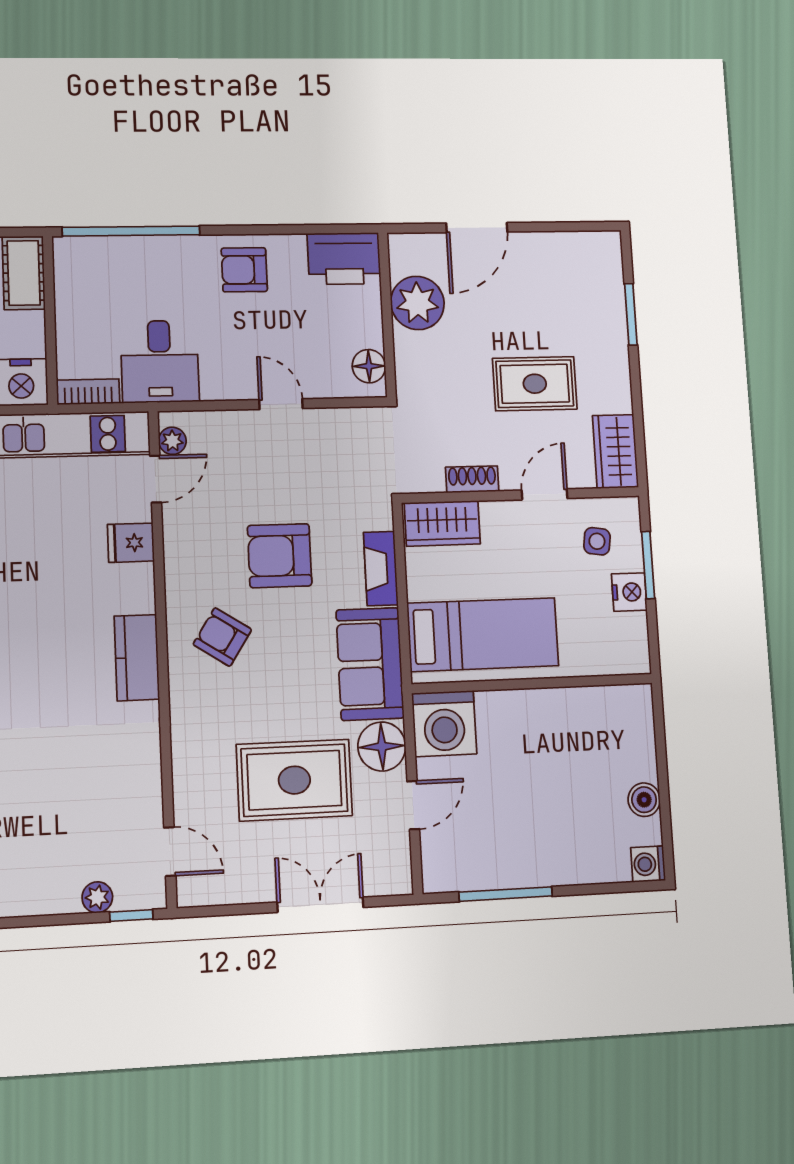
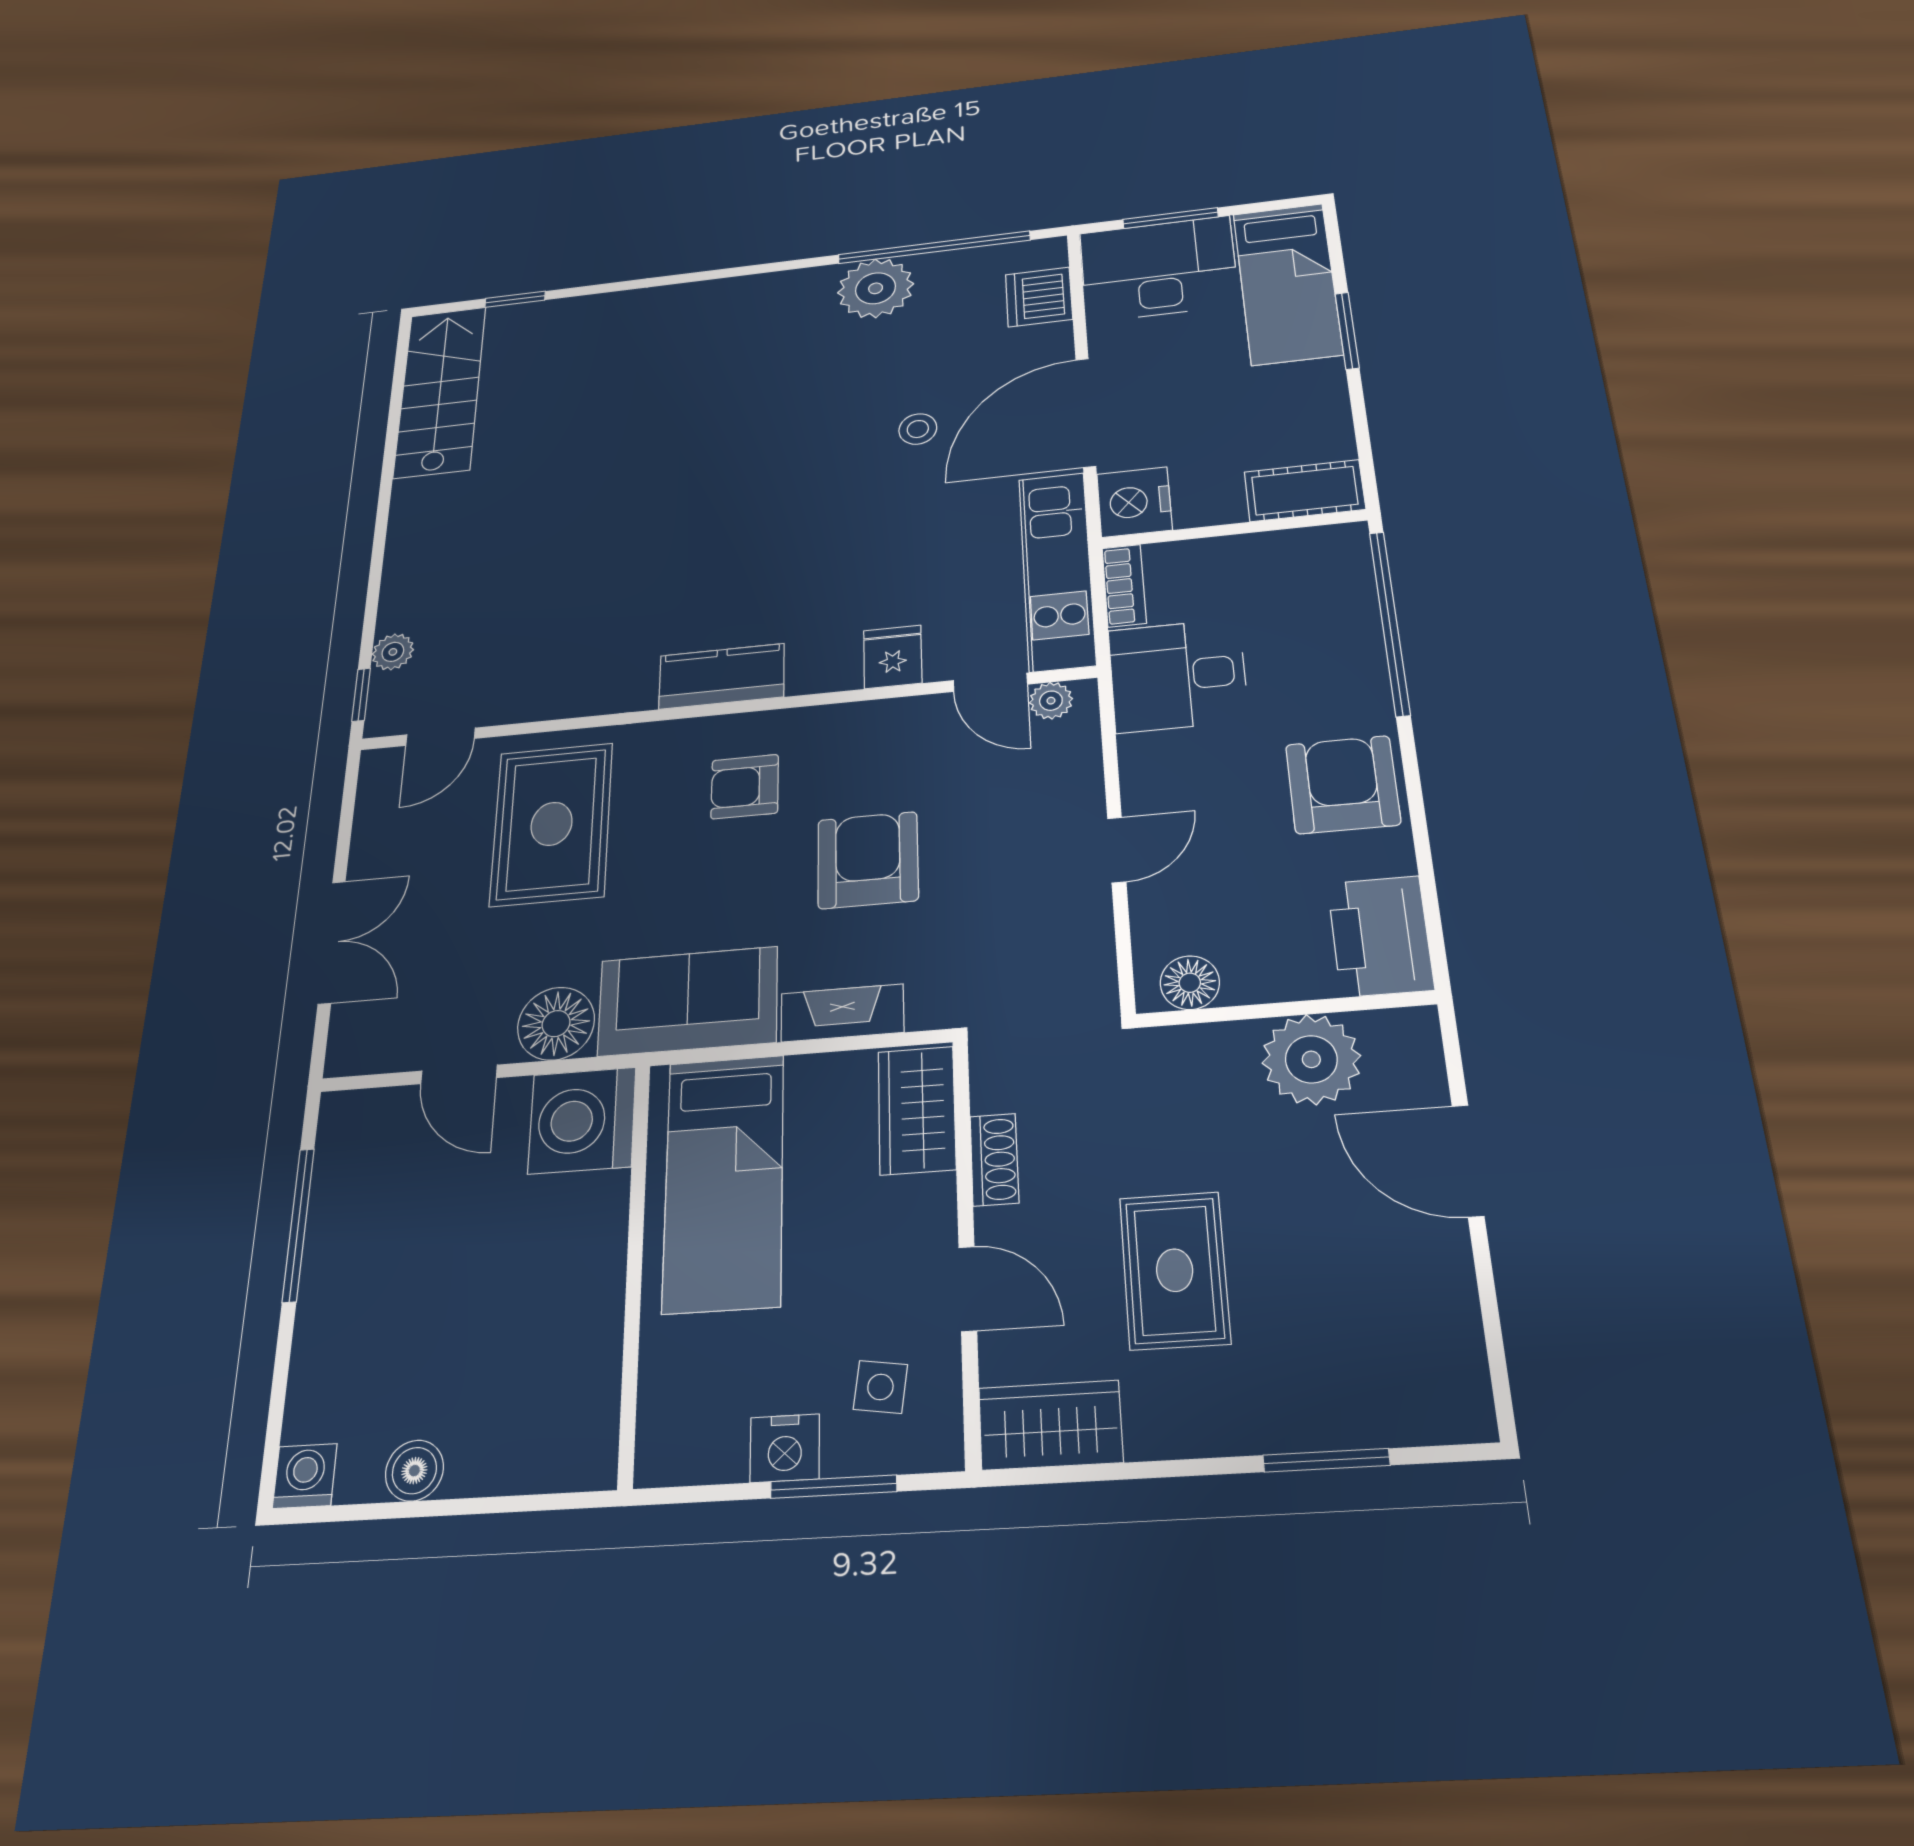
armchair: (244, 270) -> (1343, 785), width x1.38, depth x1.38
armchair: (222, 637) -> (745, 787), turned -123
rug: (294, 780) -> (552, 824), moved

